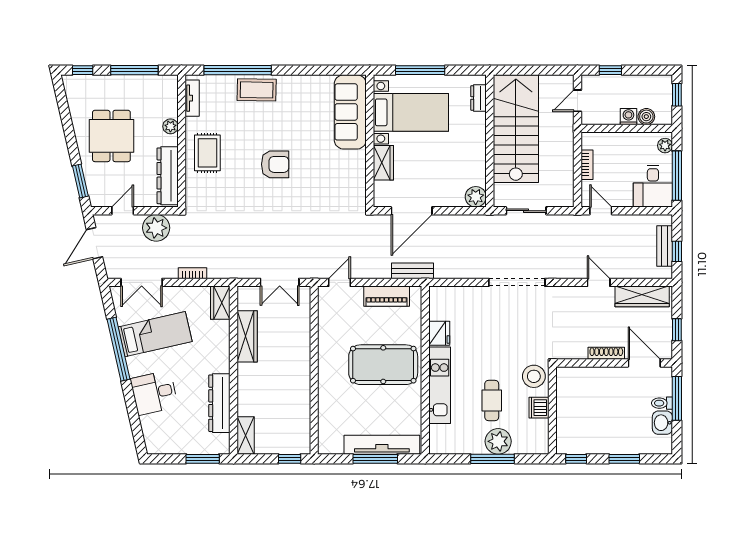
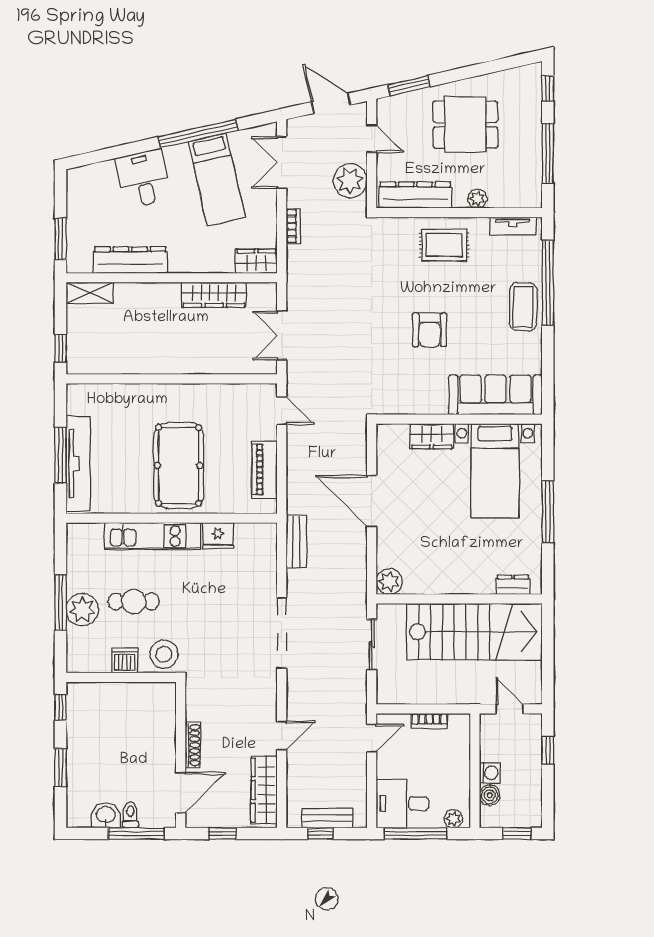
sofa: (350, 112) -> (495, 395), moved
bed with nightstands: (411, 112) -> (495, 471), moved
wall: (370, 141) -> (459, 419), moved
wardrobe: (383, 163) -> (432, 436), moved
bench: (412, 271) -> (296, 542), moved

